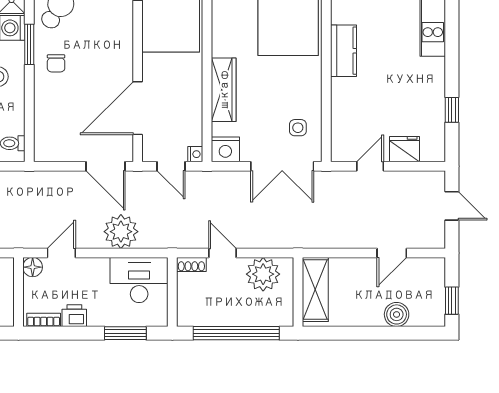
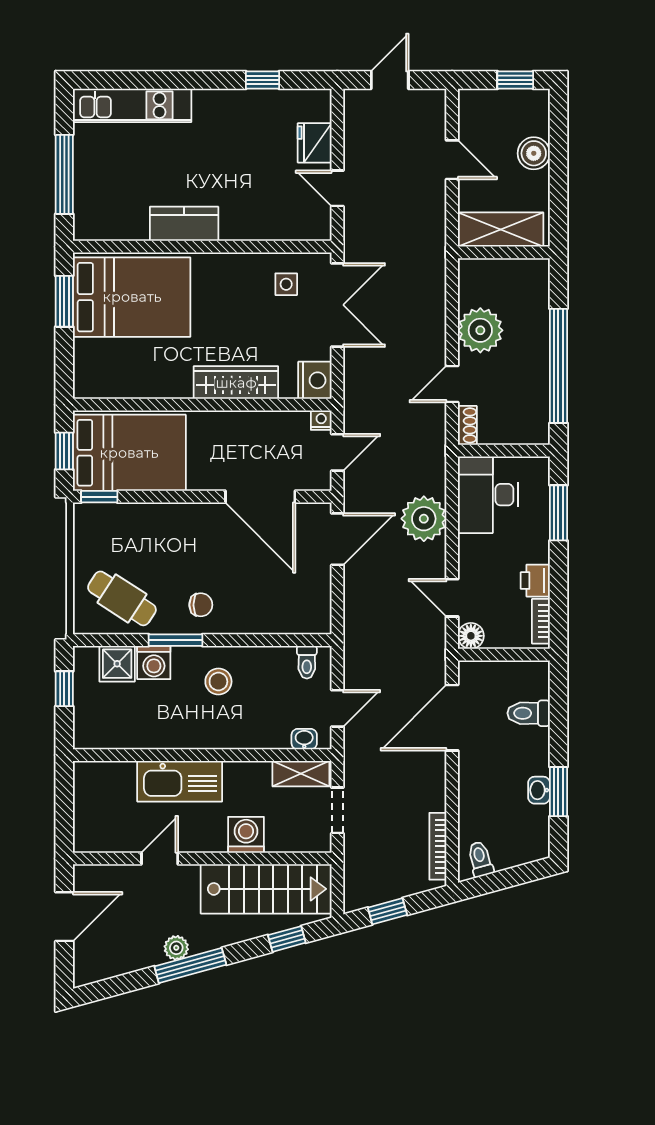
shelving: (315, 289) -> (501, 230), moved
wall: (298, 292) -> (504, 252), moved

